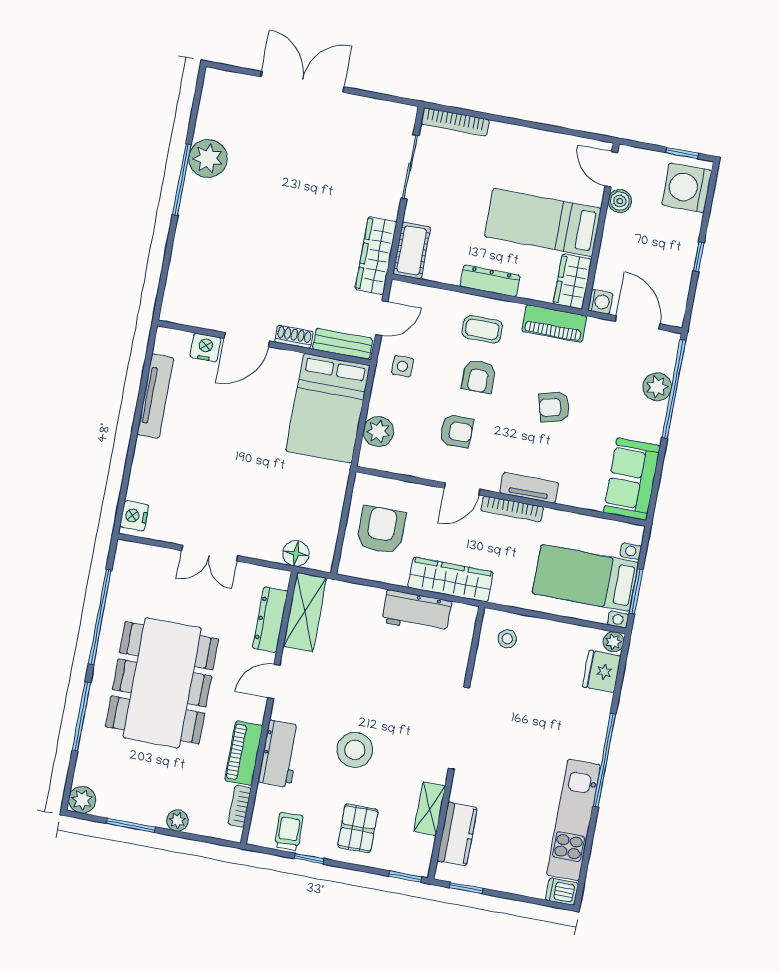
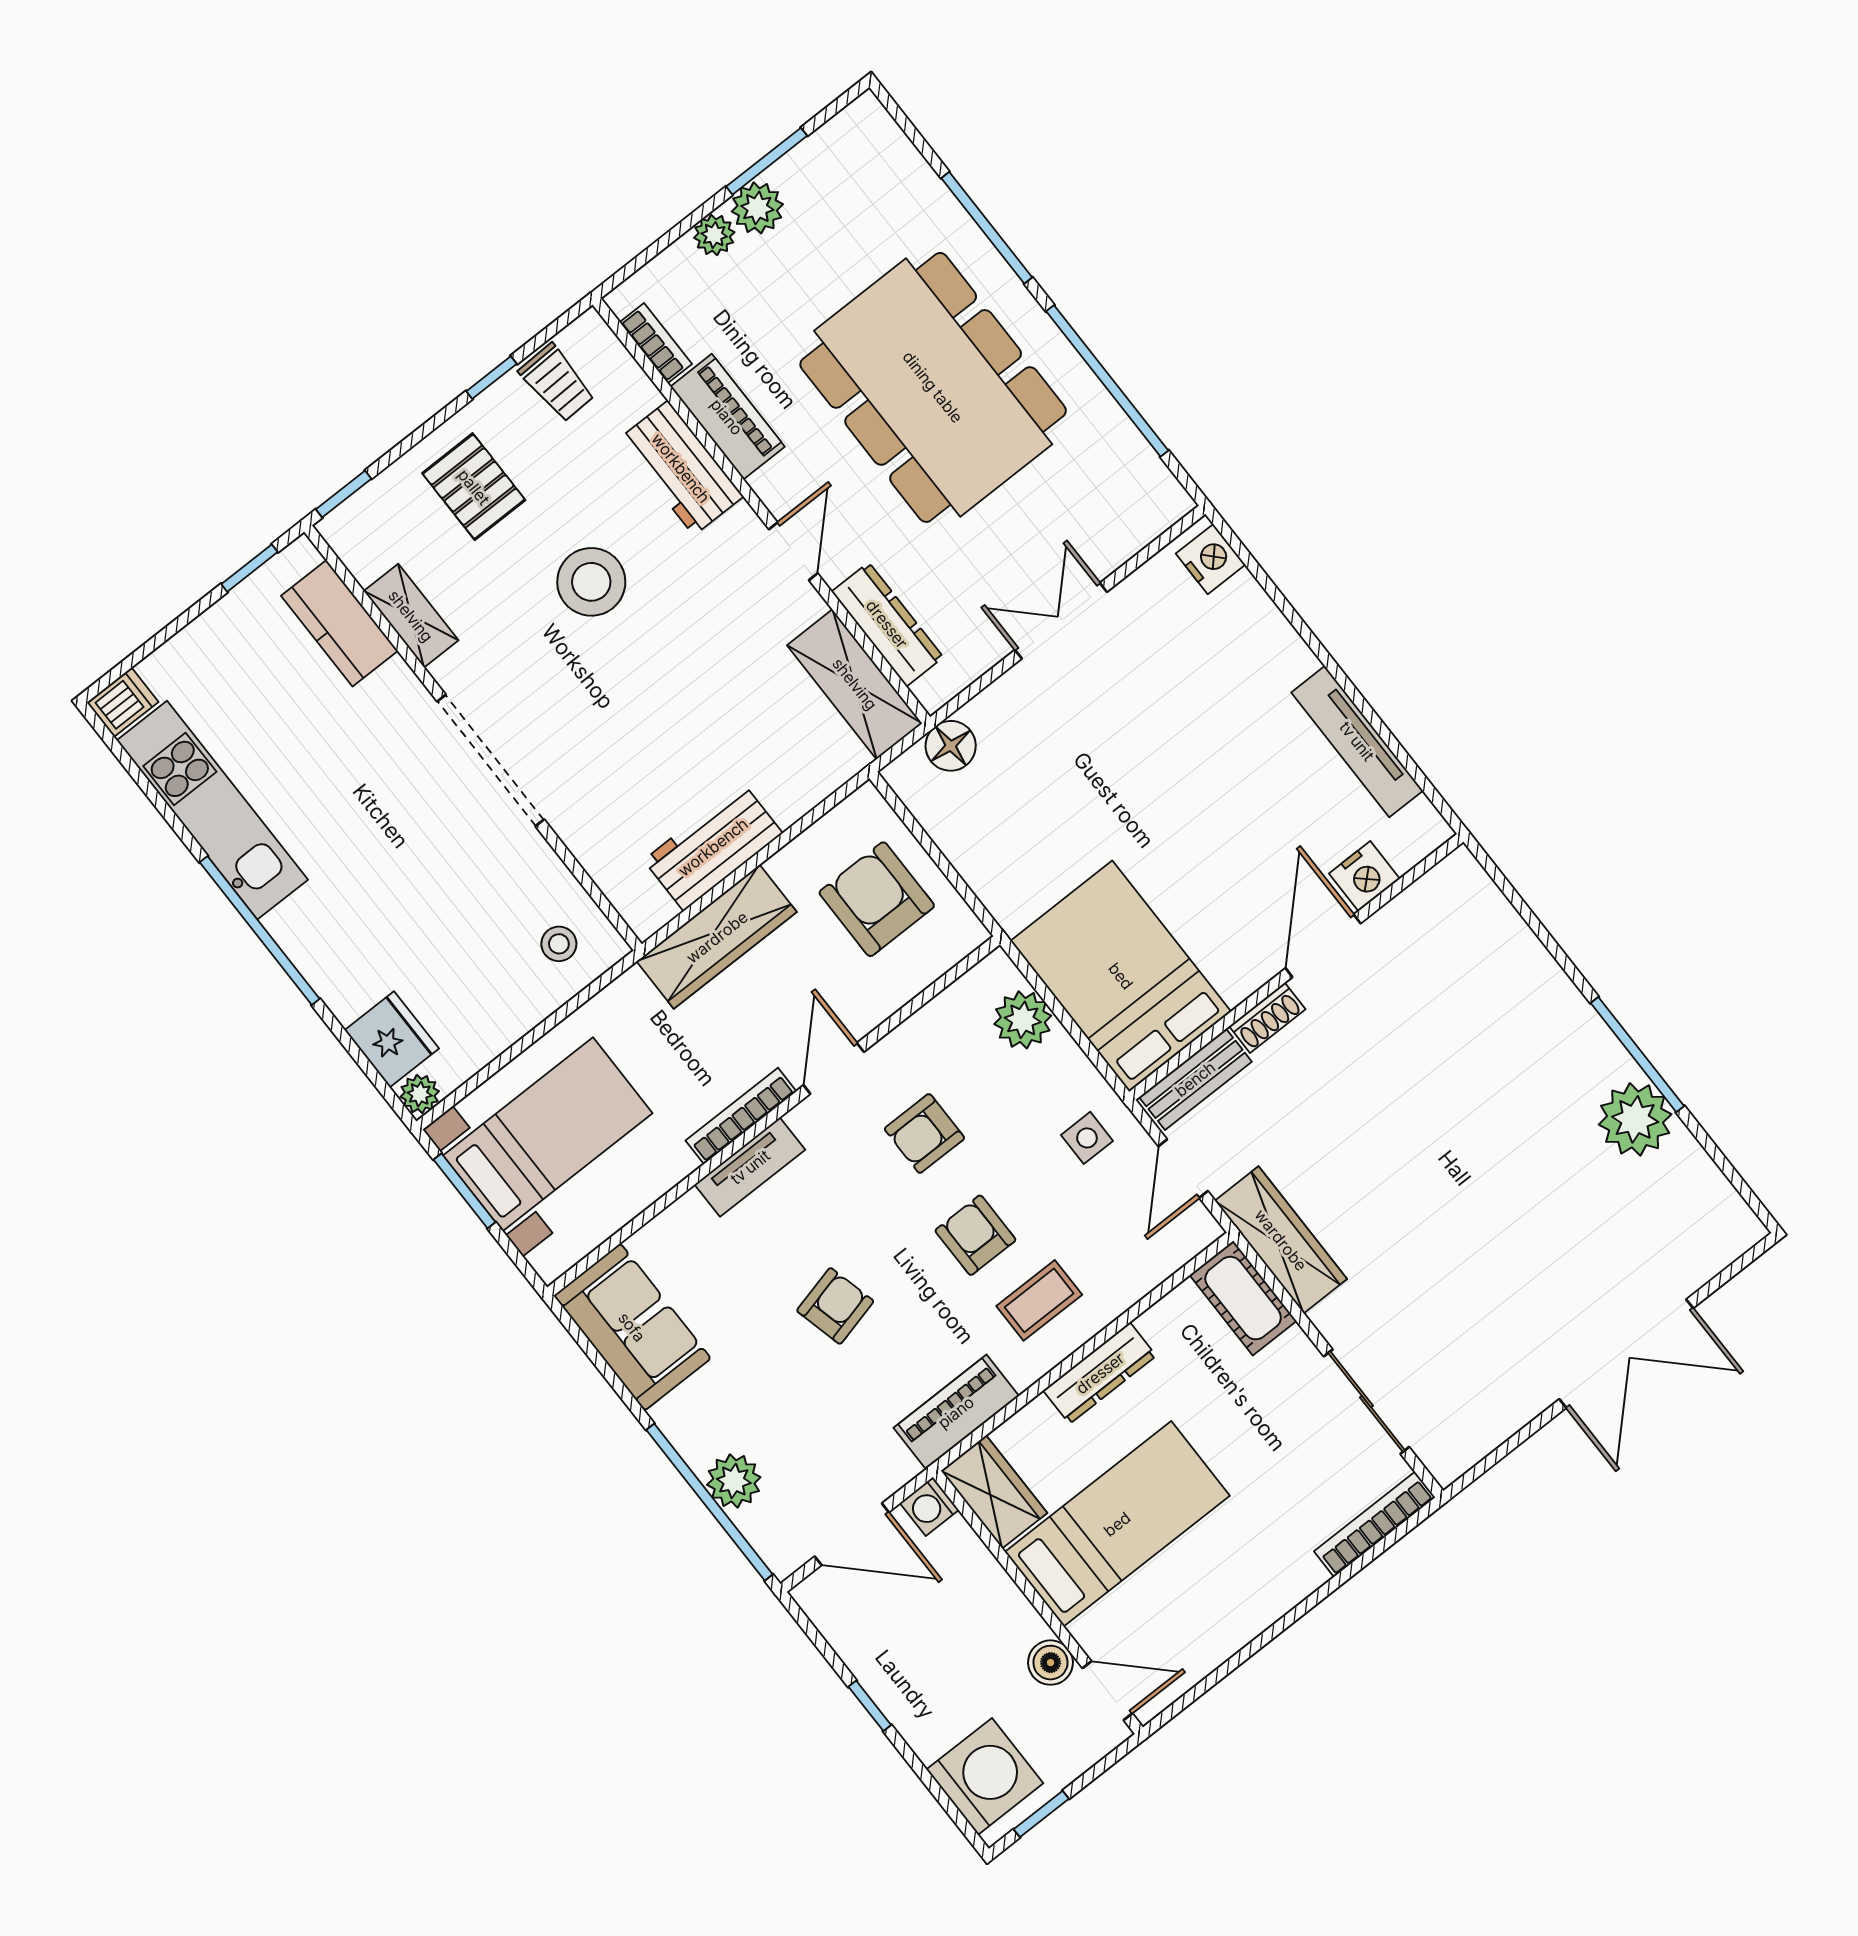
armchair: (381, 530) -> (877, 899), turned 180
plant: (82, 800) -> (757, 208), moved

